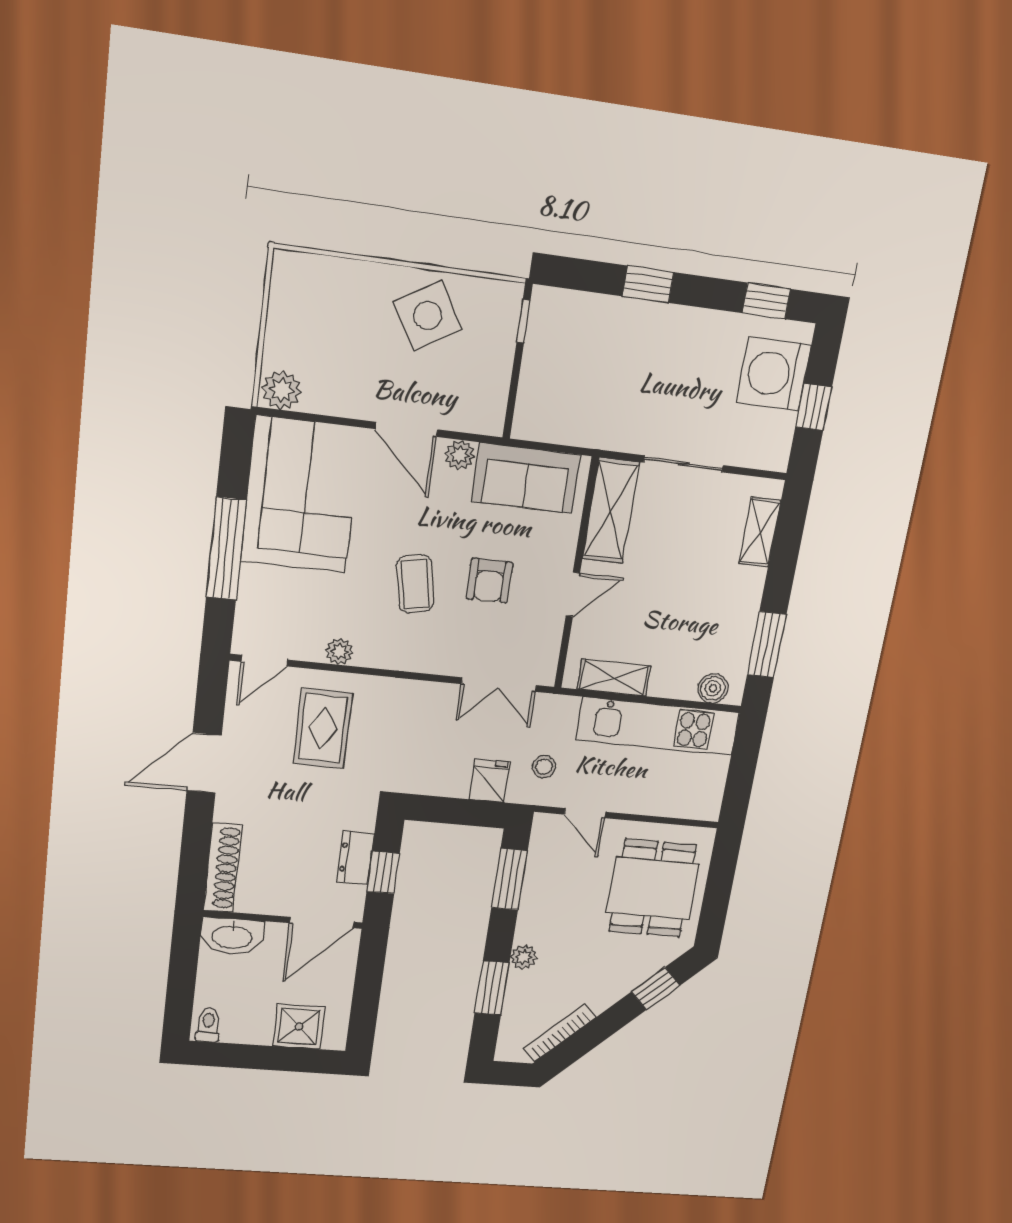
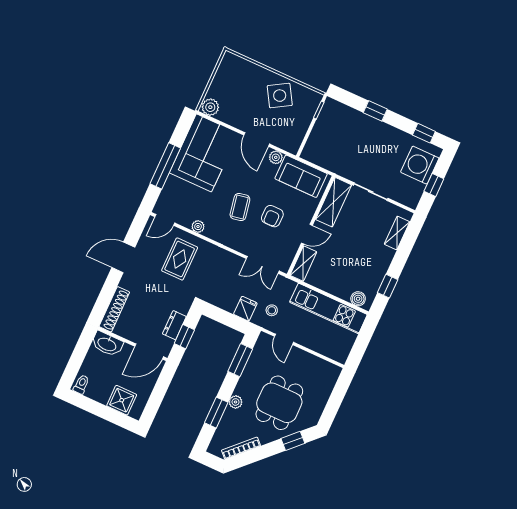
window: (767, 645) -> (388, 286), width x0.67
shelving: (614, 678) -> (303, 264), moved, turned 90
dining table: (653, 888) -> (279, 403), moved

